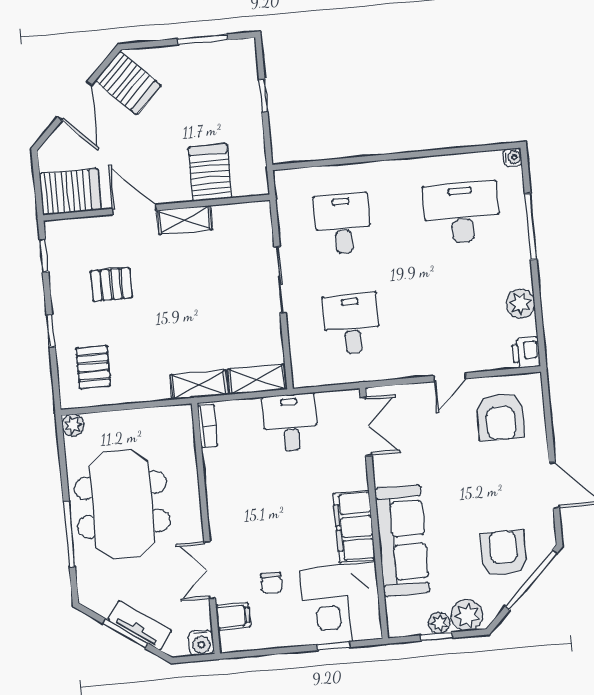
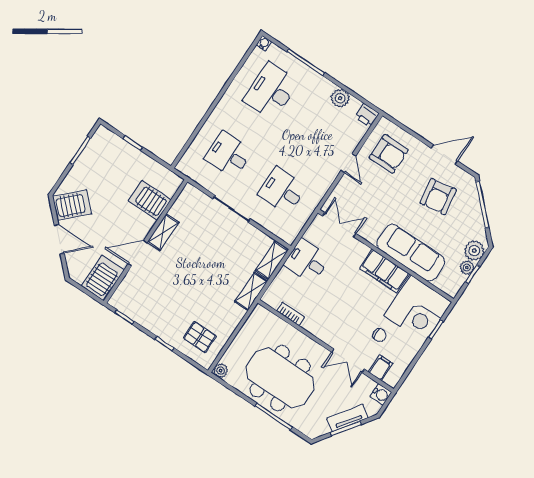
pallet: (111, 285) -> (166, 295), removed
bookcase: (208, 426) -> (291, 314), moved
armchair: (504, 553) -> (438, 197), moved, turned -99

